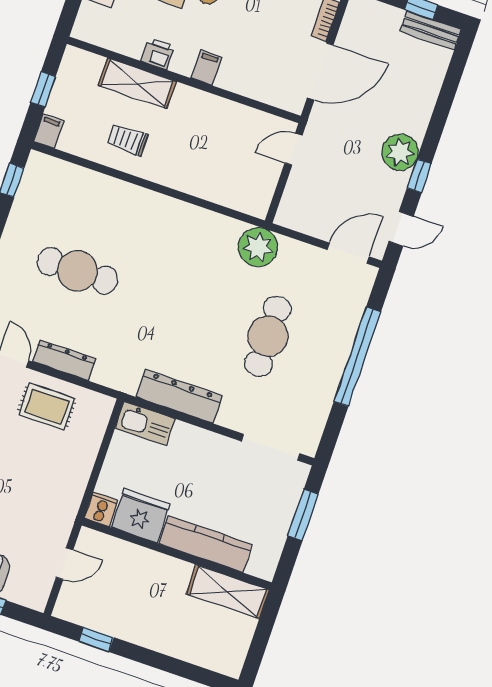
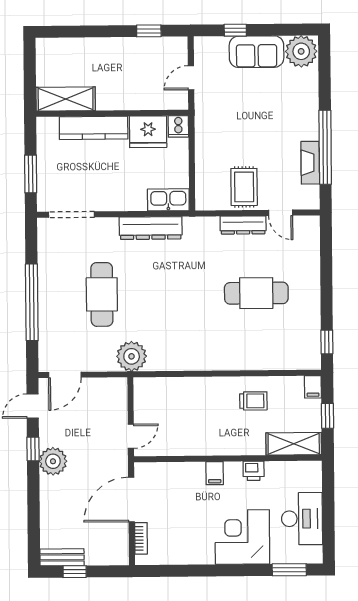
shelving: (137, 83) -> (294, 444), moved
rug: (47, 407) -> (244, 187), turned 90

